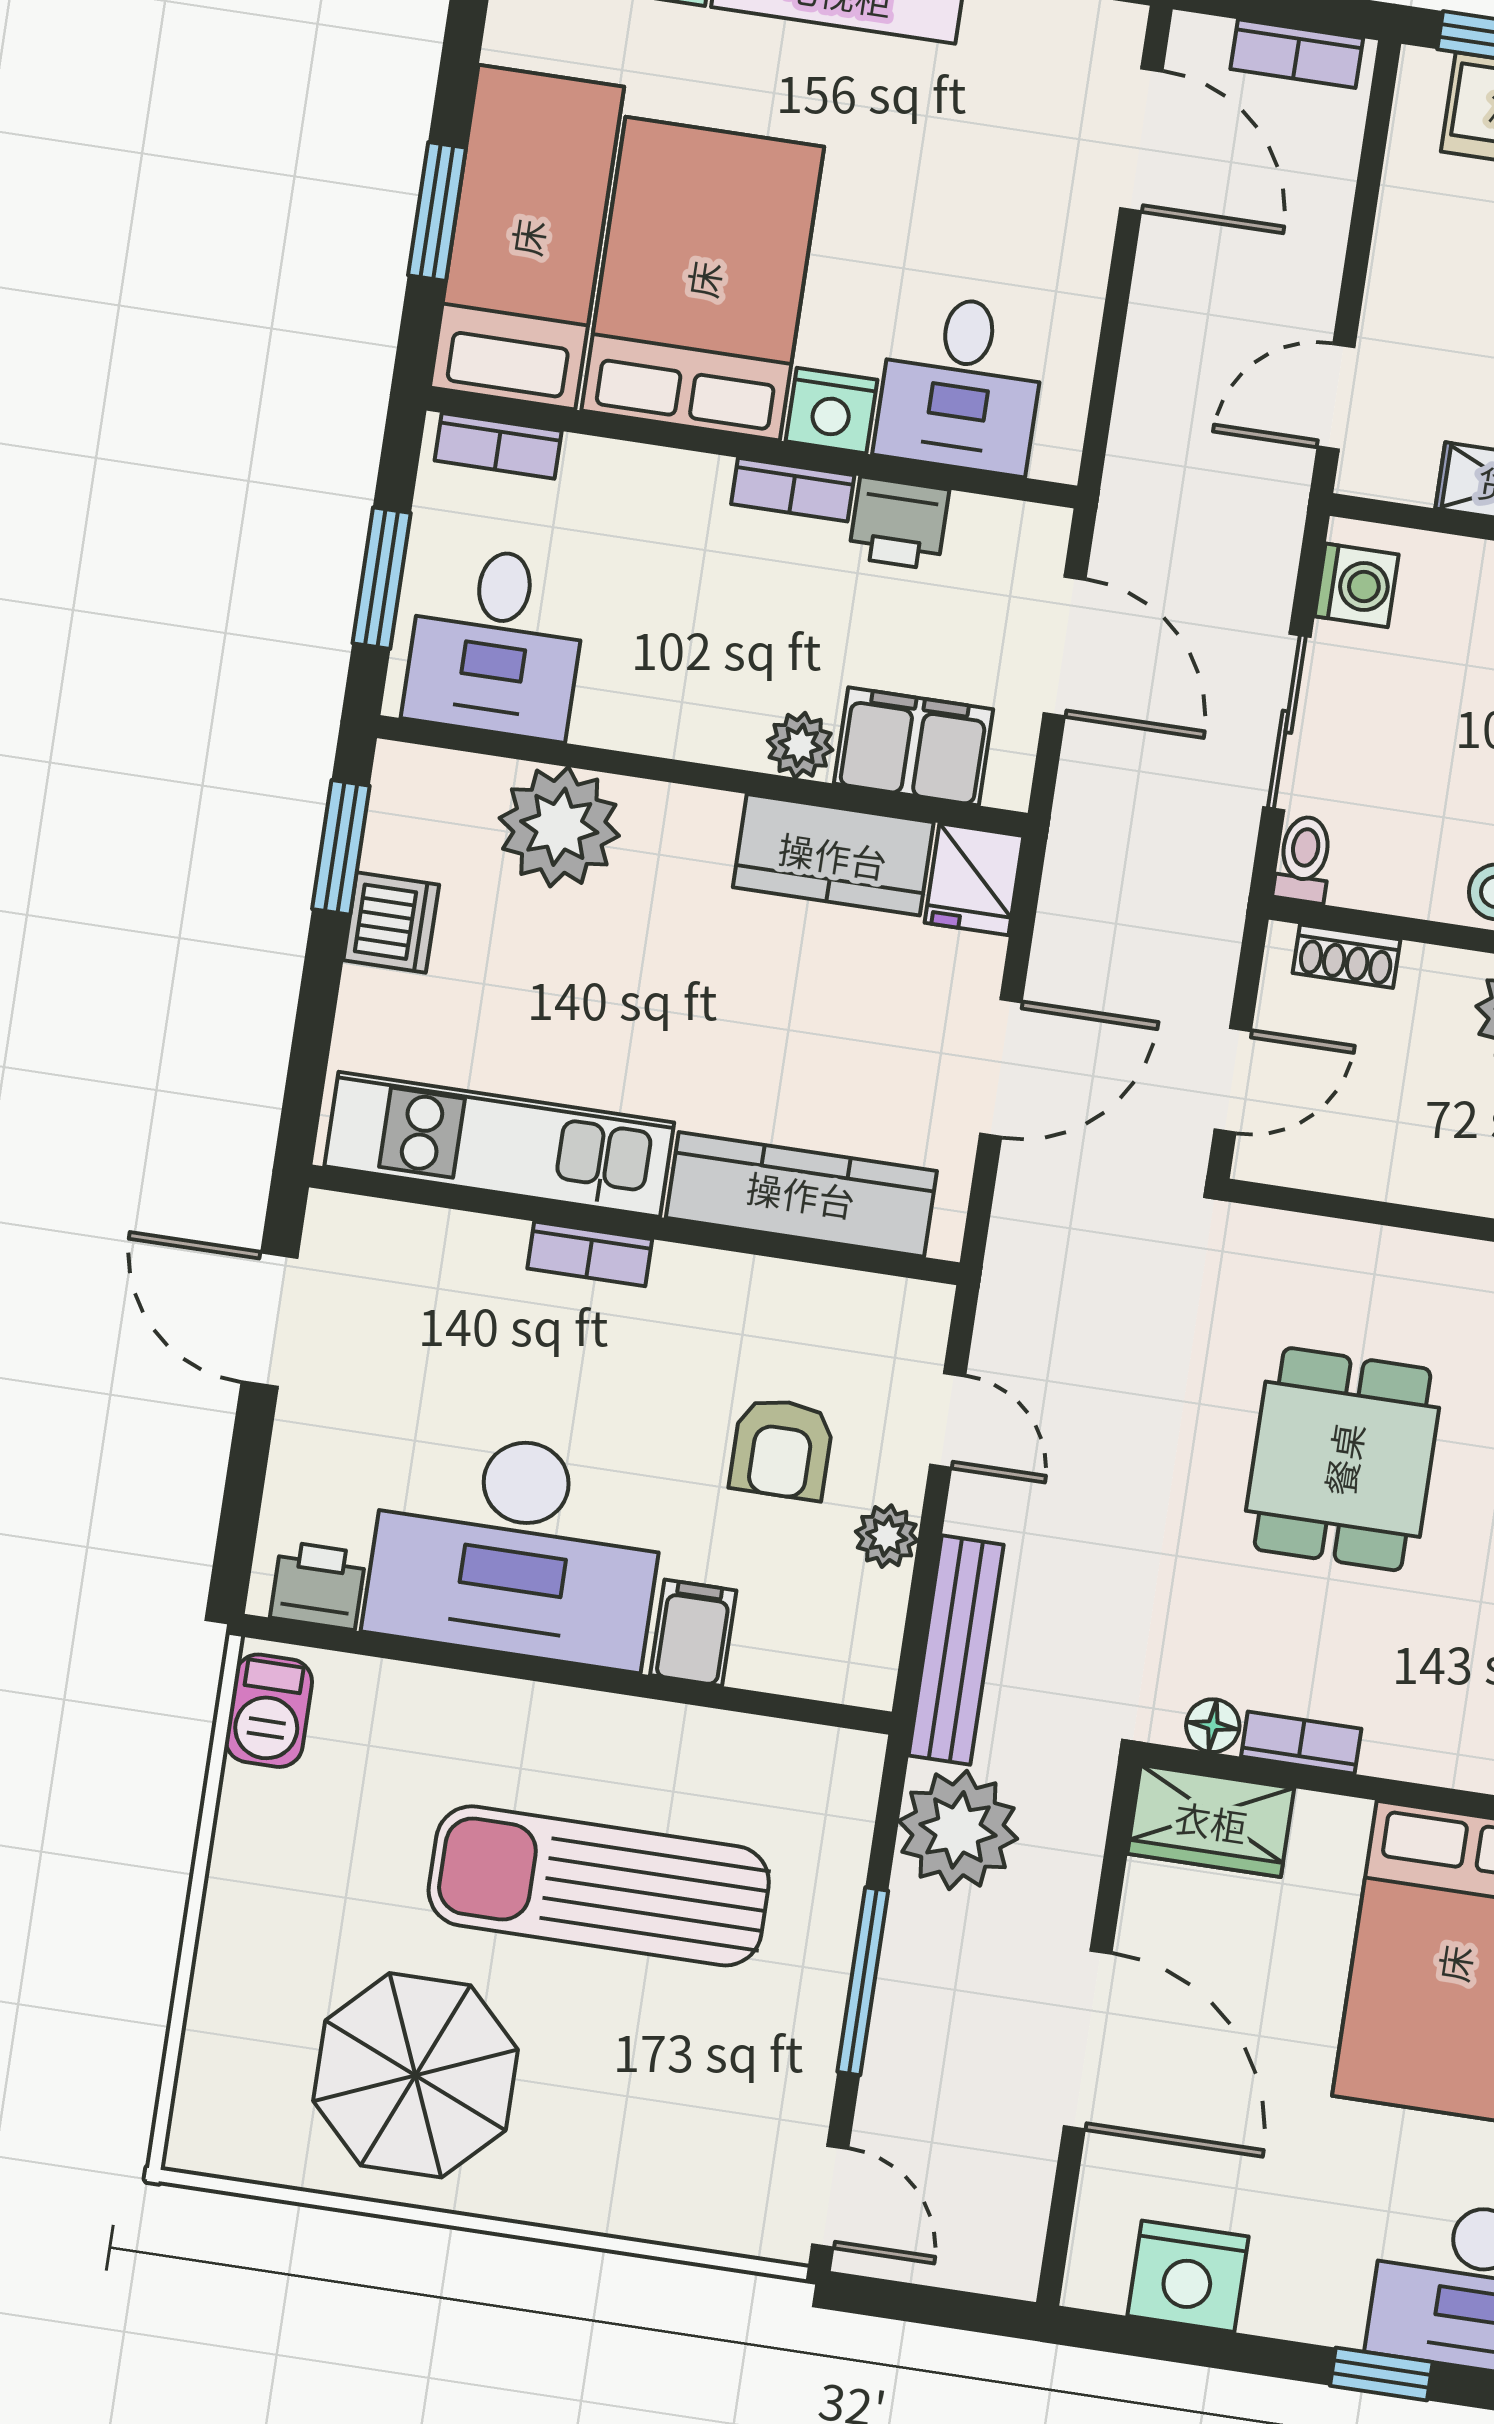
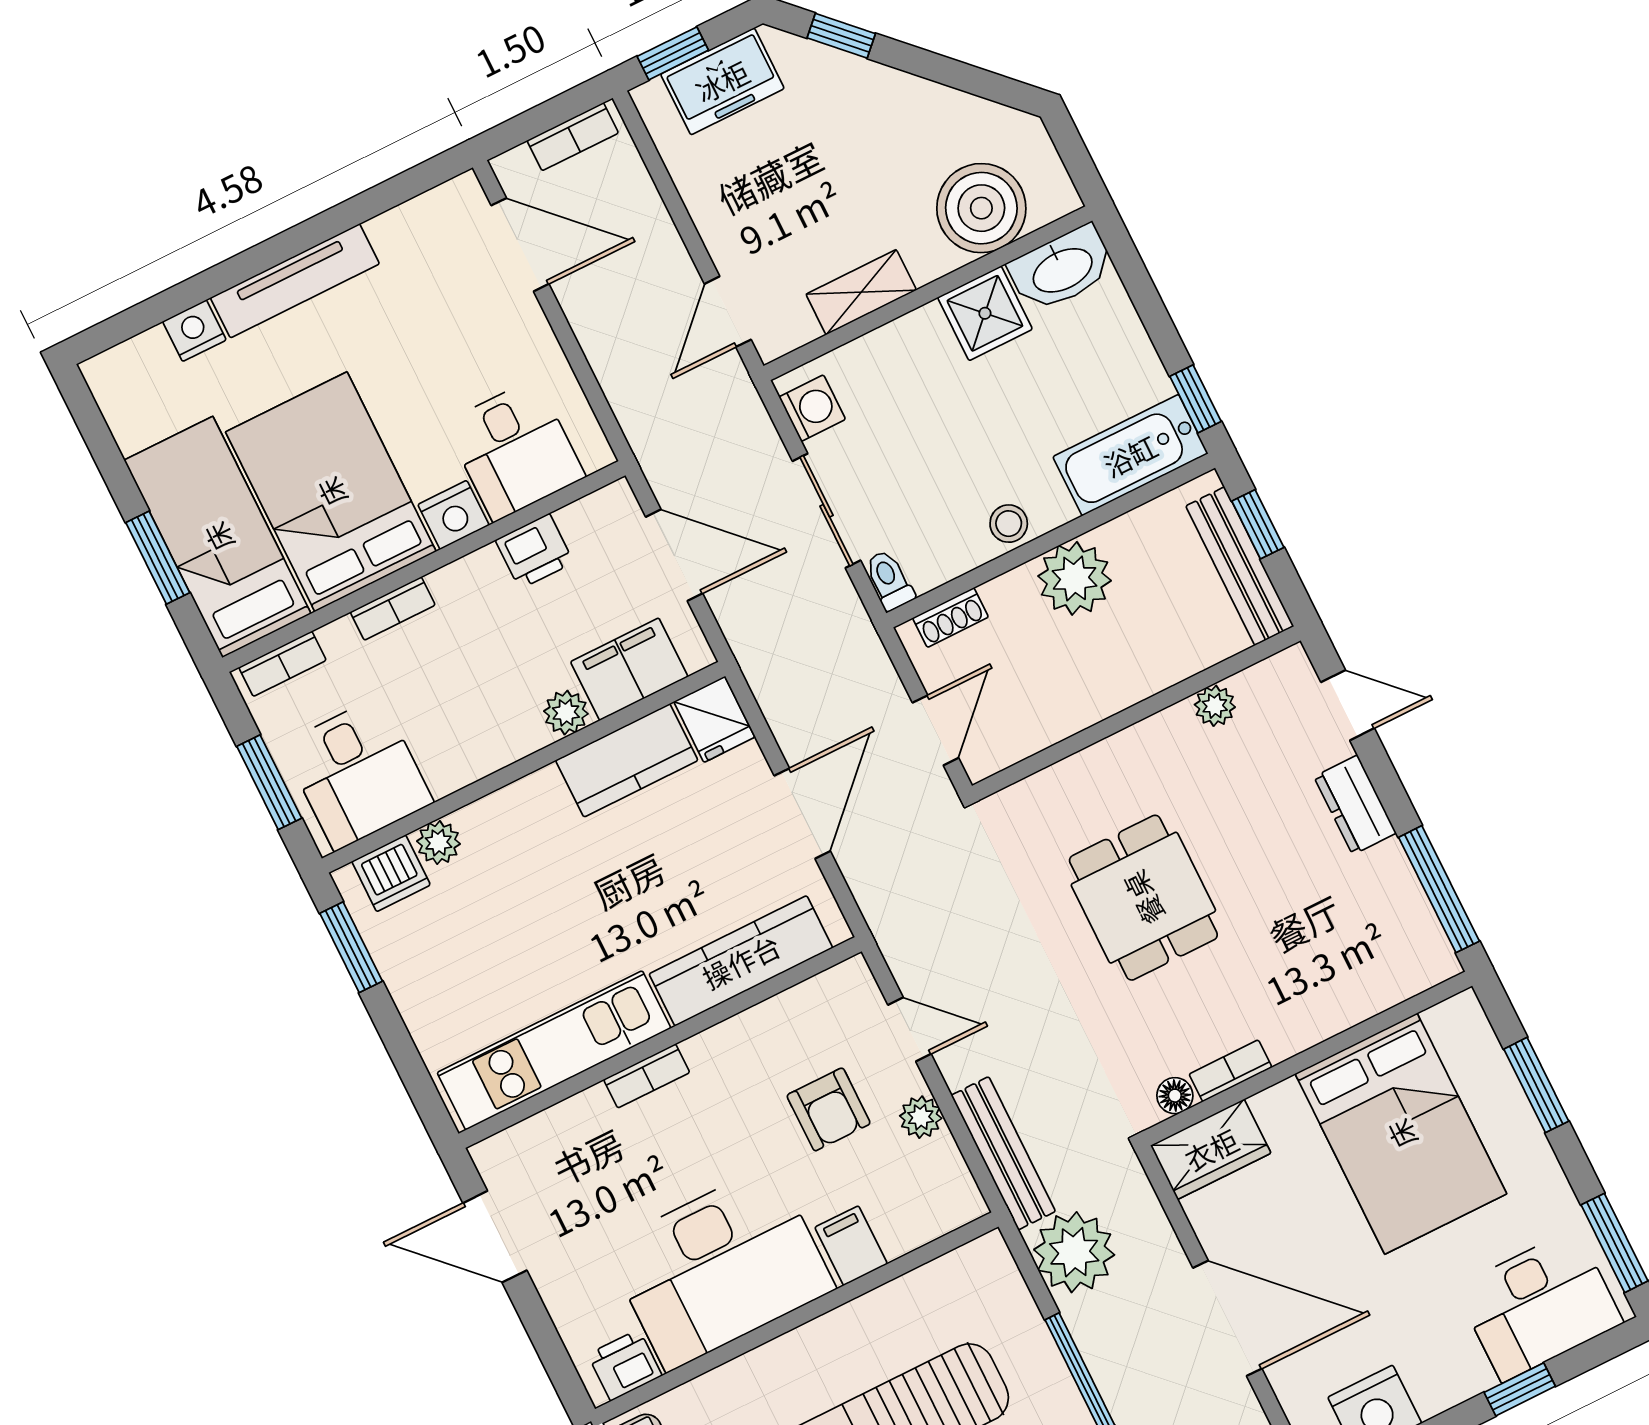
bookcase: (793, 490) -> (393, 609), moved
plant: (559, 827) -> (439, 843), width x0.53, depth x0.53
dishwasher: (391, 923) -> (391, 873), moved, turned 90

